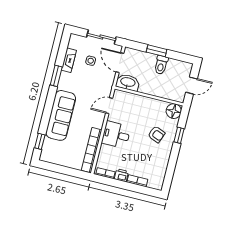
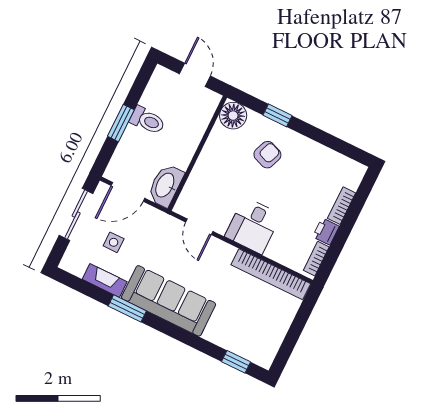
sofa: (61, 115) -> (169, 301), moved

